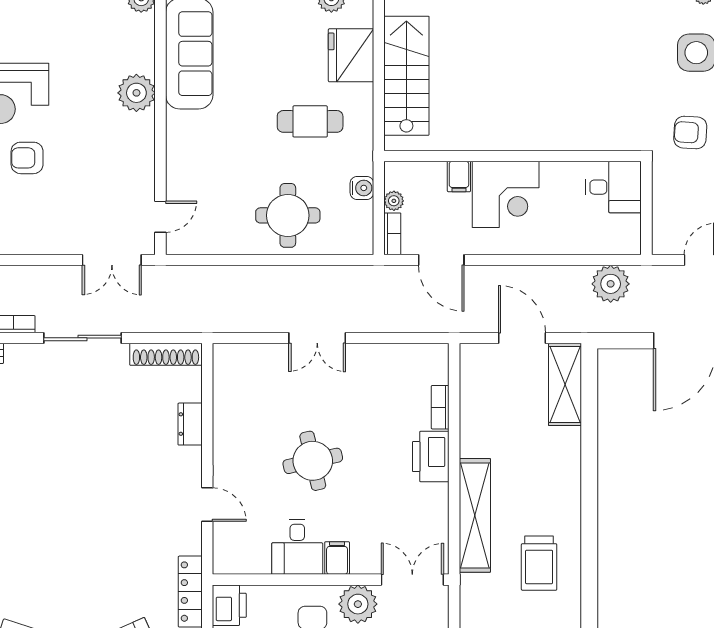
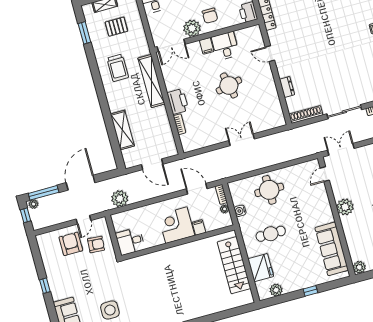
plant: (136, 93) -> (345, 207), moved
armchair: (690, 133) -> (96, 244), moved
shelving: (565, 385) -> (122, 130), moved
trolley: (539, 563) -> (118, 68), turned 180

